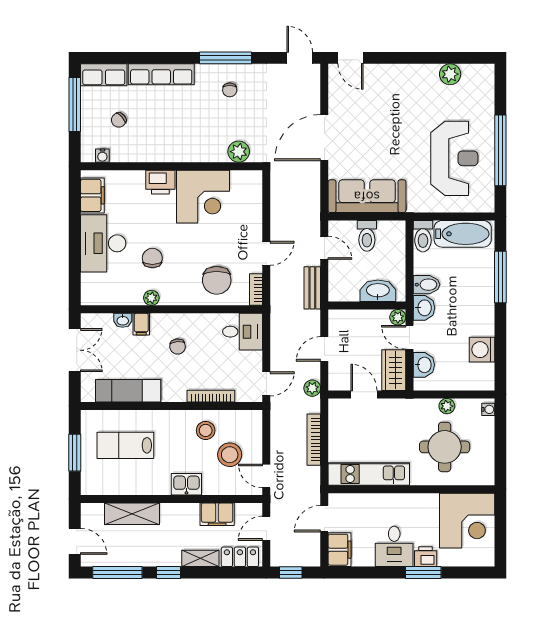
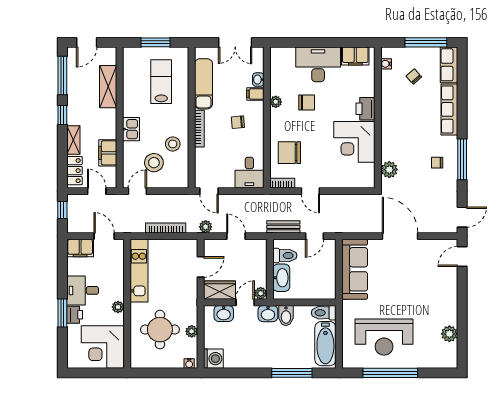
toilet: (367, 236) -> (285, 255), moved, turned 180
washing machine: (482, 350) -> (213, 359), moved, turned 90
bookcase: (211, 396) -> (199, 129), moved
plant: (416, 501) -> (118, 307), added

